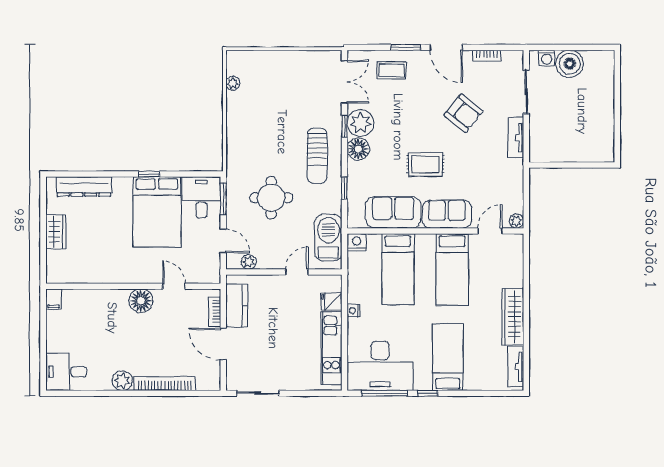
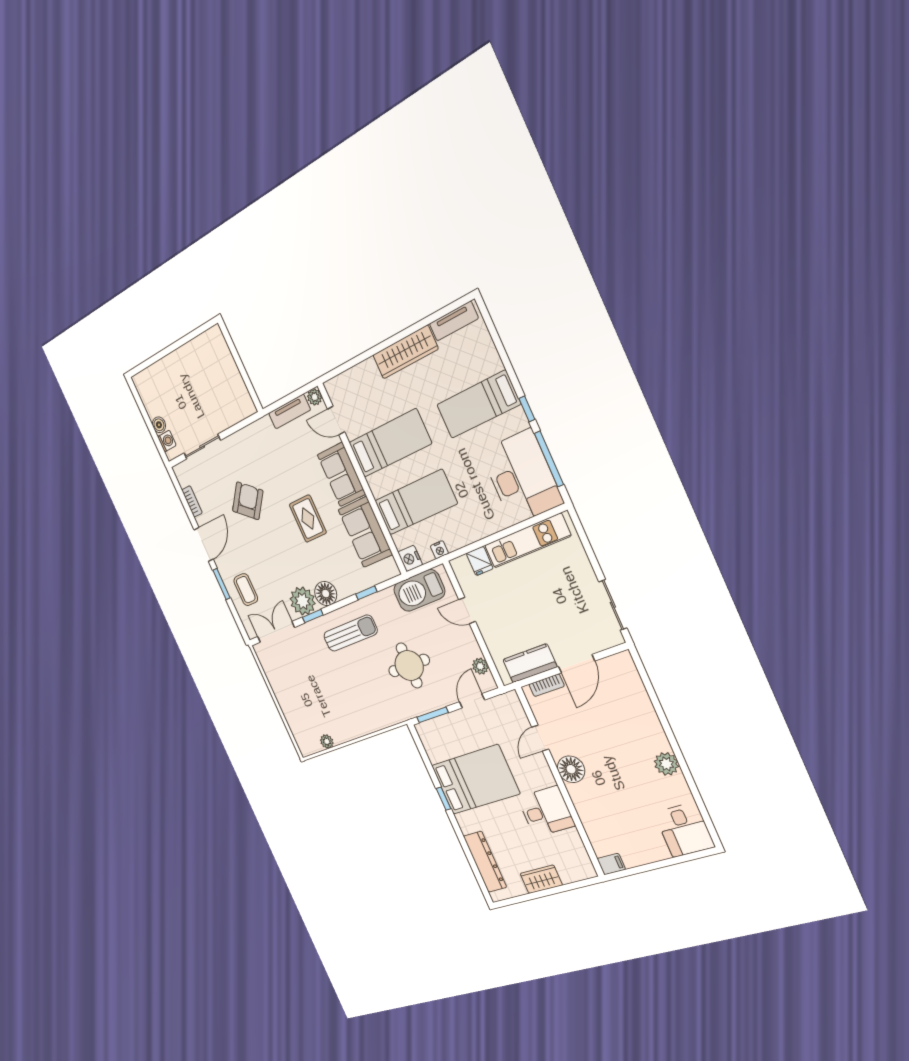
boiler: (570, 64) -> (159, 425), width x0.54, depth x0.54
tv unit: (516, 138) -> (290, 412), moved
desk: (201, 197) -> (546, 811), moved, turned 180
nightstand: (353, 311) -> (439, 550), moved
bookcase: (165, 384) -> (649, 715), removed

